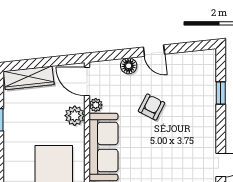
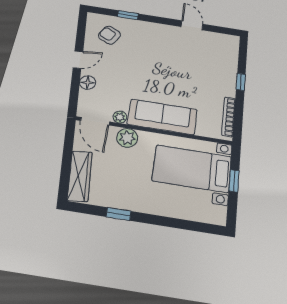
door: (87, 81) -> (95, 121), hinge flipped
armchair: (152, 107) -> (109, 35), moved

